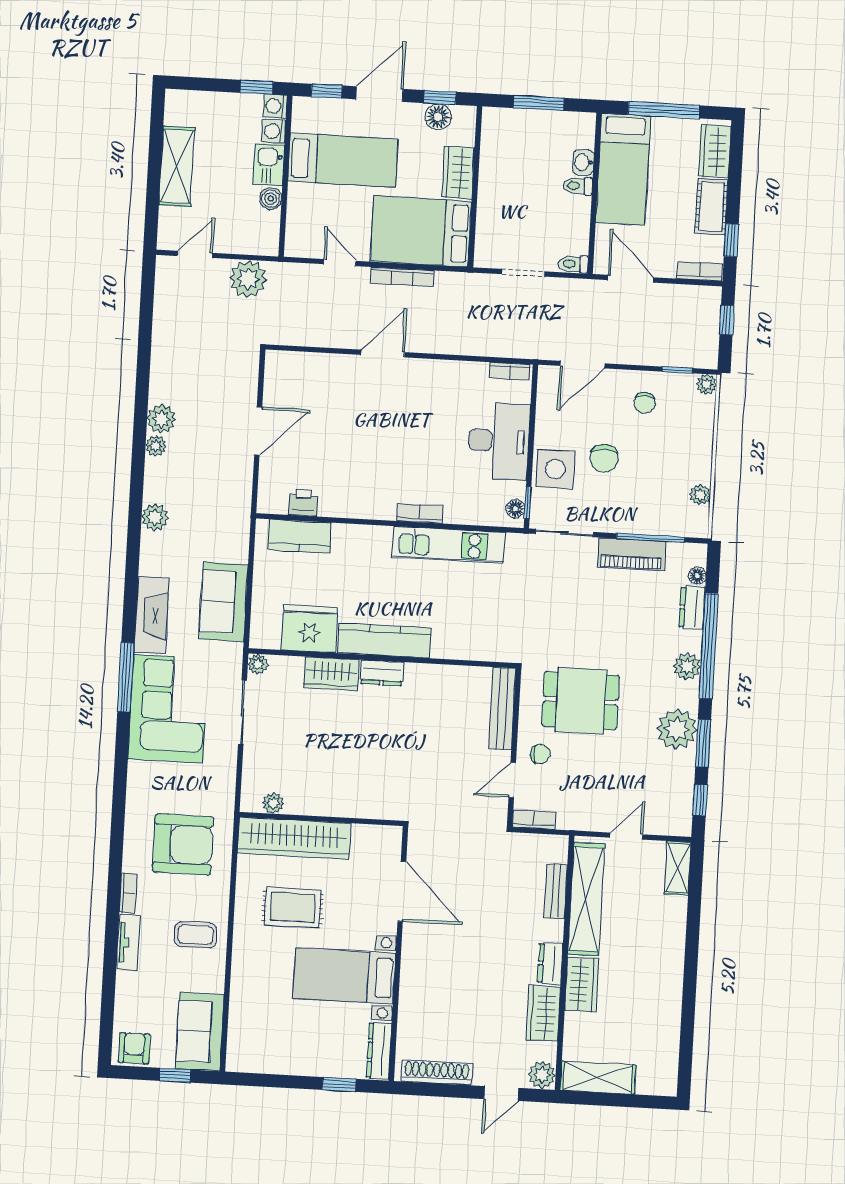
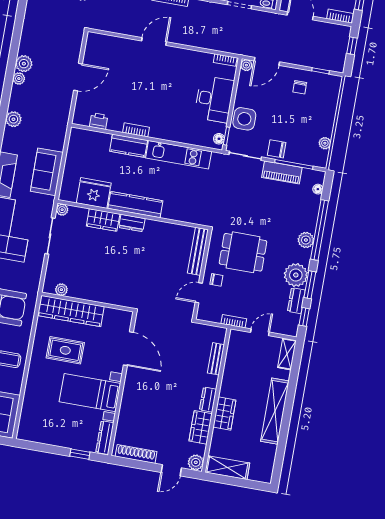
plant: (707, 384) -> (246, 65), moved
chair: (604, 458) -> (277, 149), moved, turned 90
bookcase: (420, 513) -> (136, 130), moved
kitchen counter: (300, 536) -> (129, 146), moved
dresser: (692, 608) -> (296, 301), moved
bookcase: (534, 820) -> (234, 321), moved
shelving: (586, 899) -> (275, 411), moved

